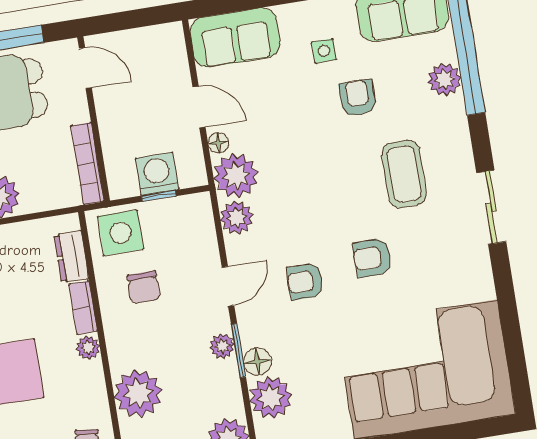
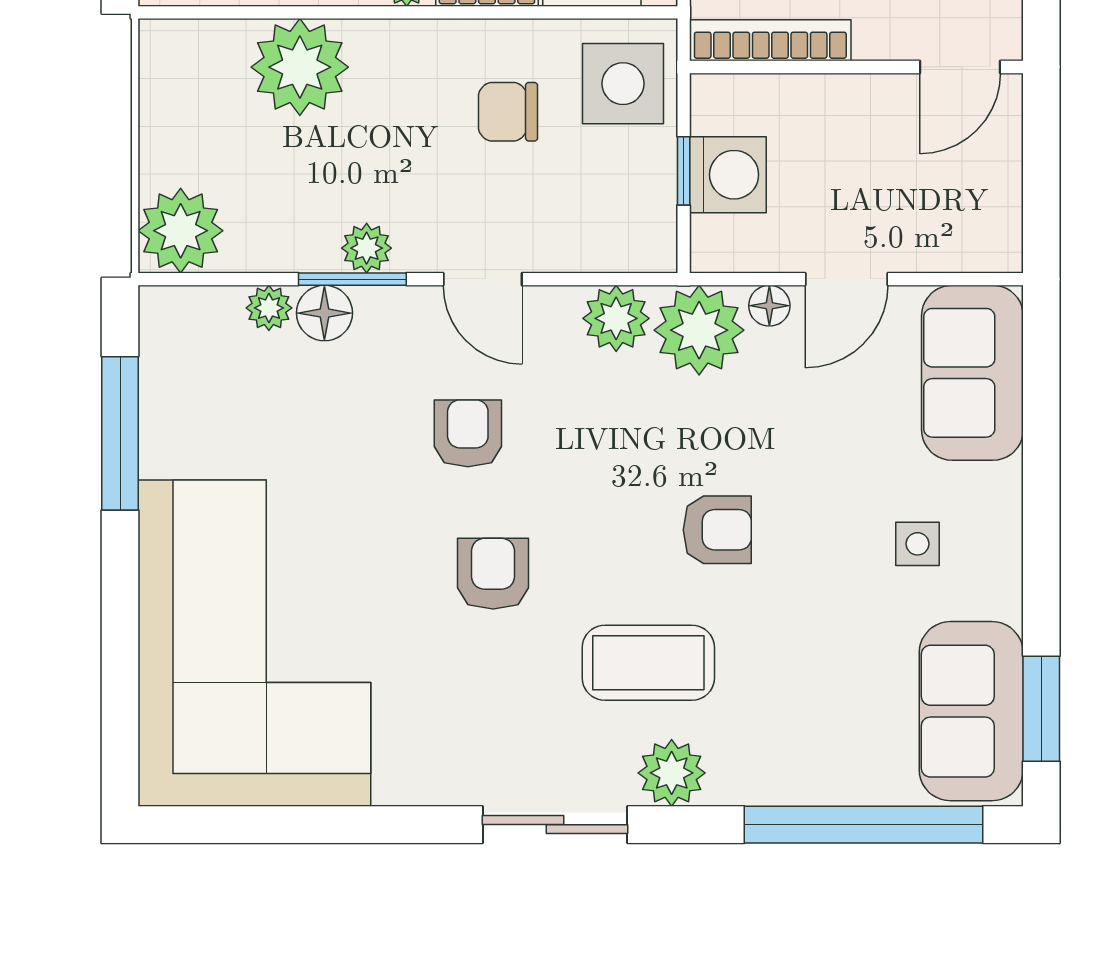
plant: (444, 80) -> (672, 773), moved
armchair: (358, 98) -> (717, 530), moved
plant: (271, 398) -> (269, 308), width x0.53, depth x0.53

